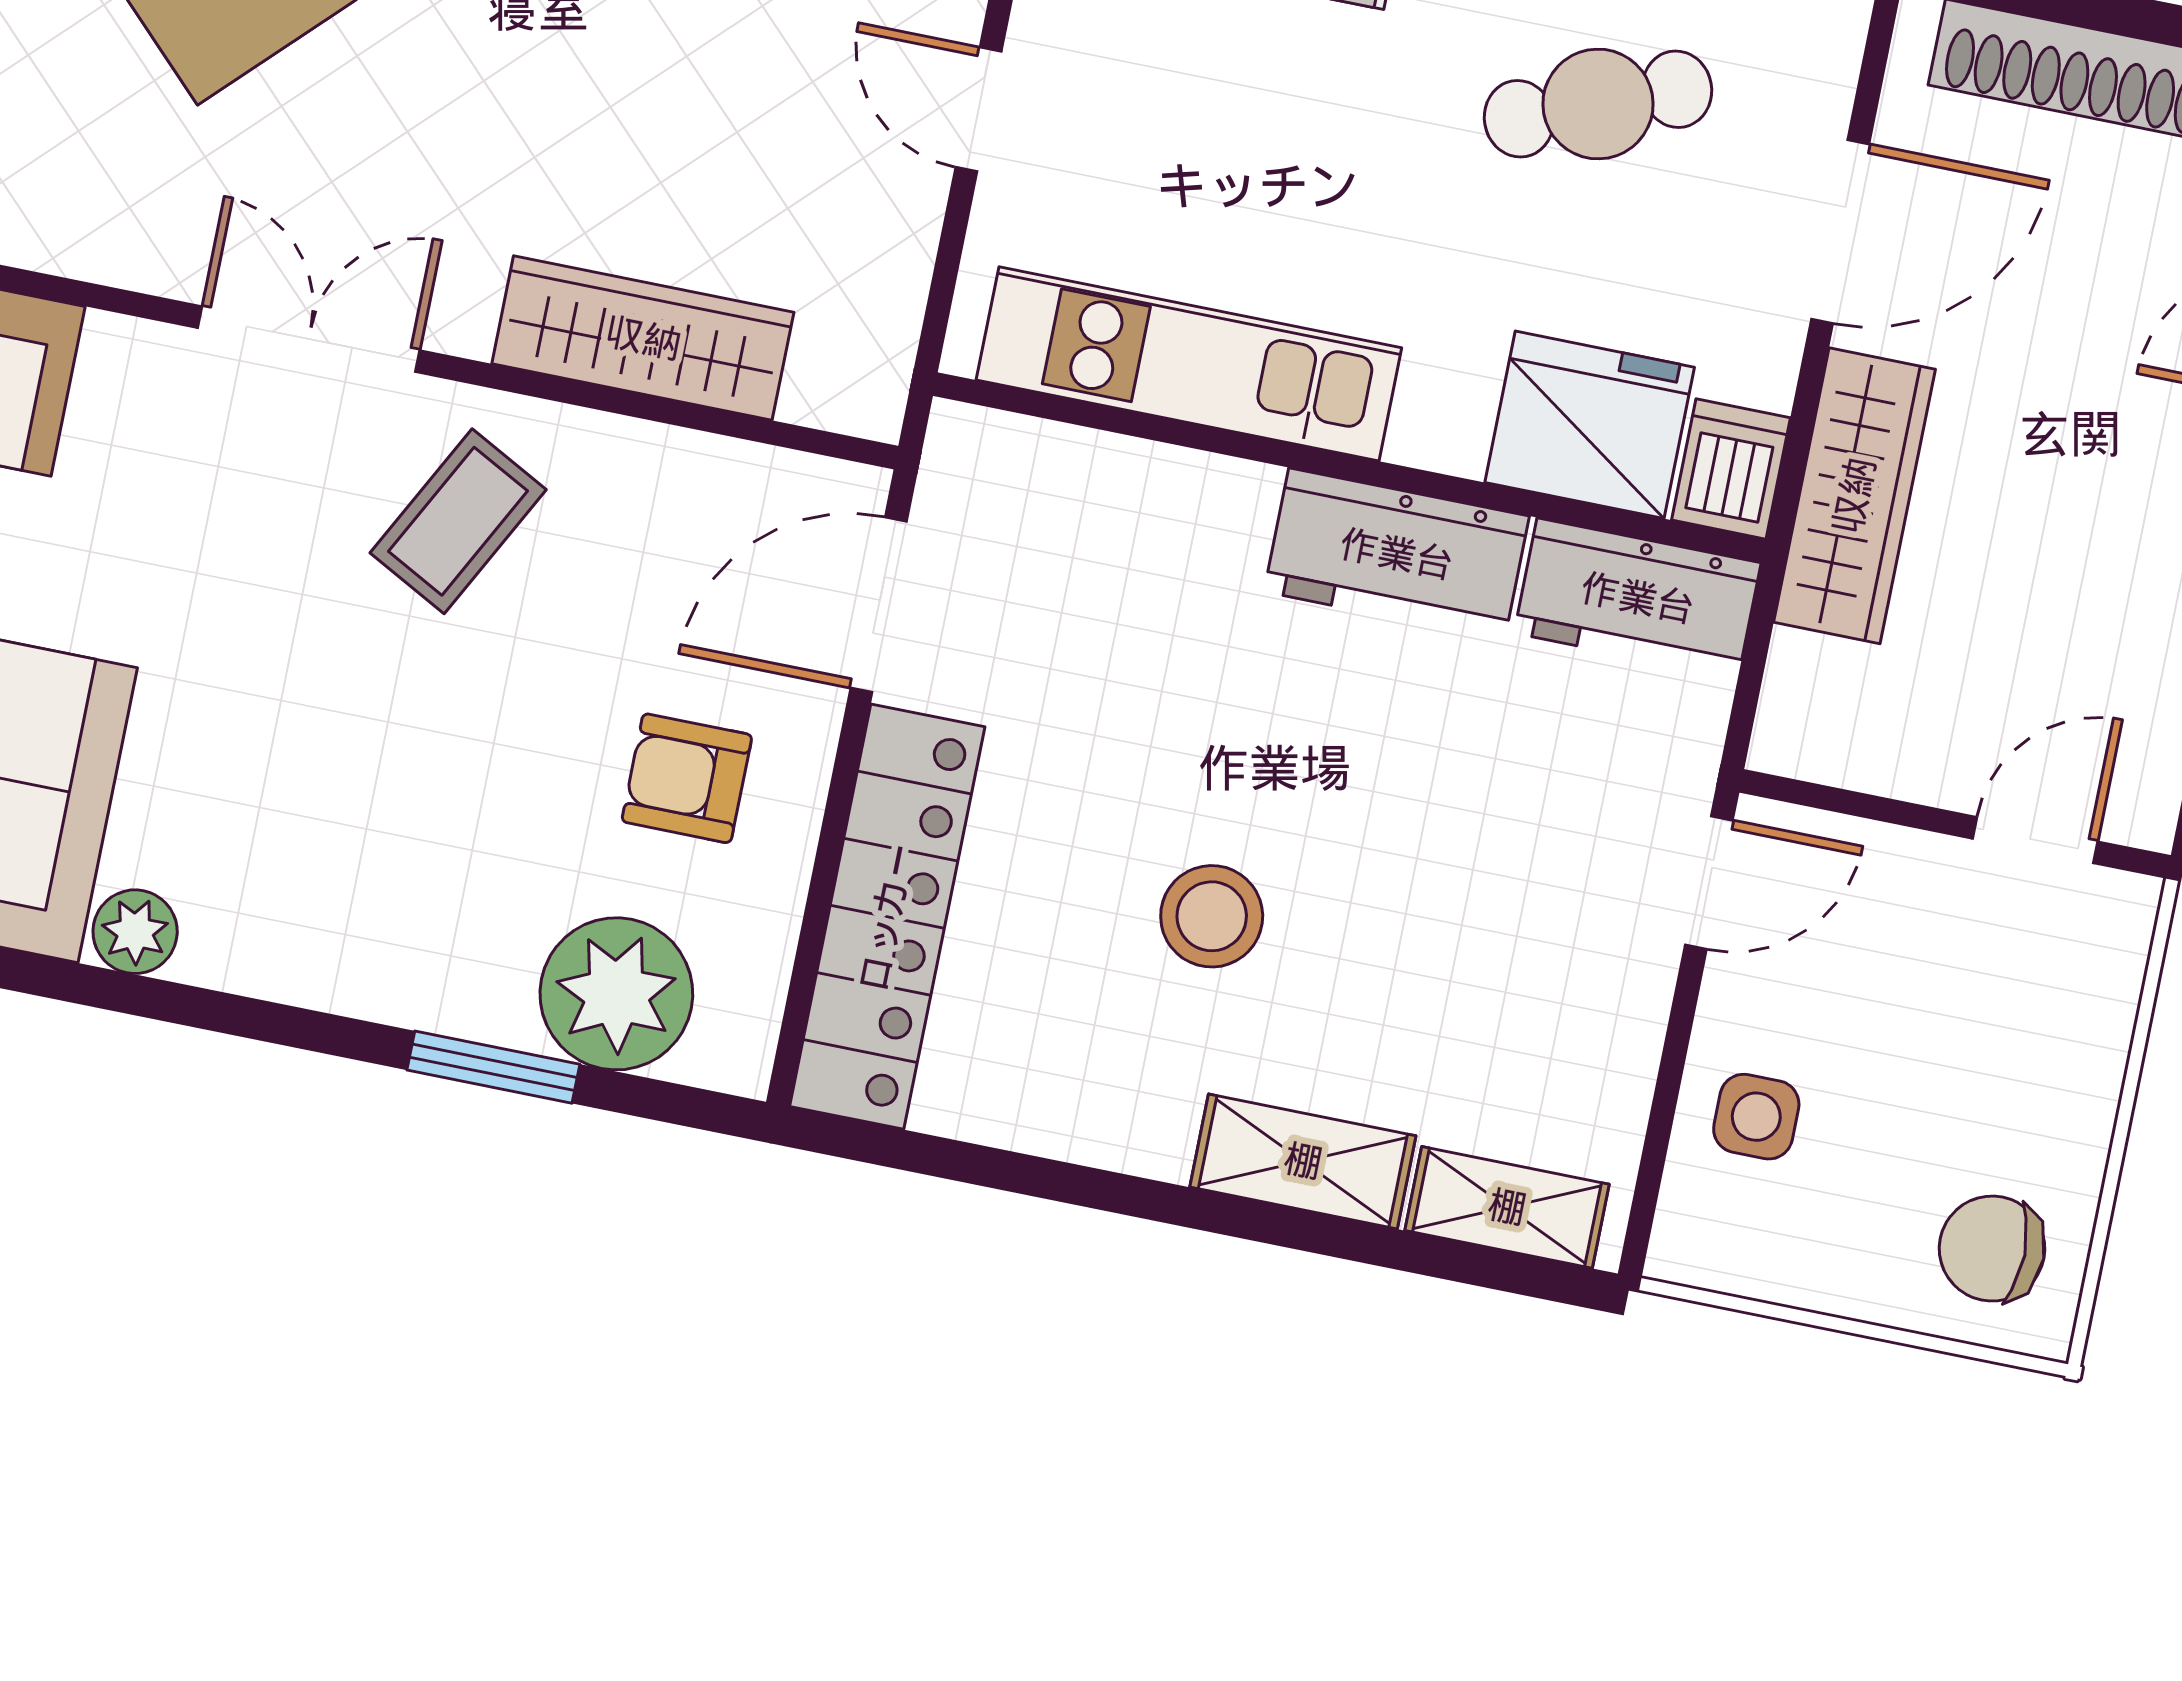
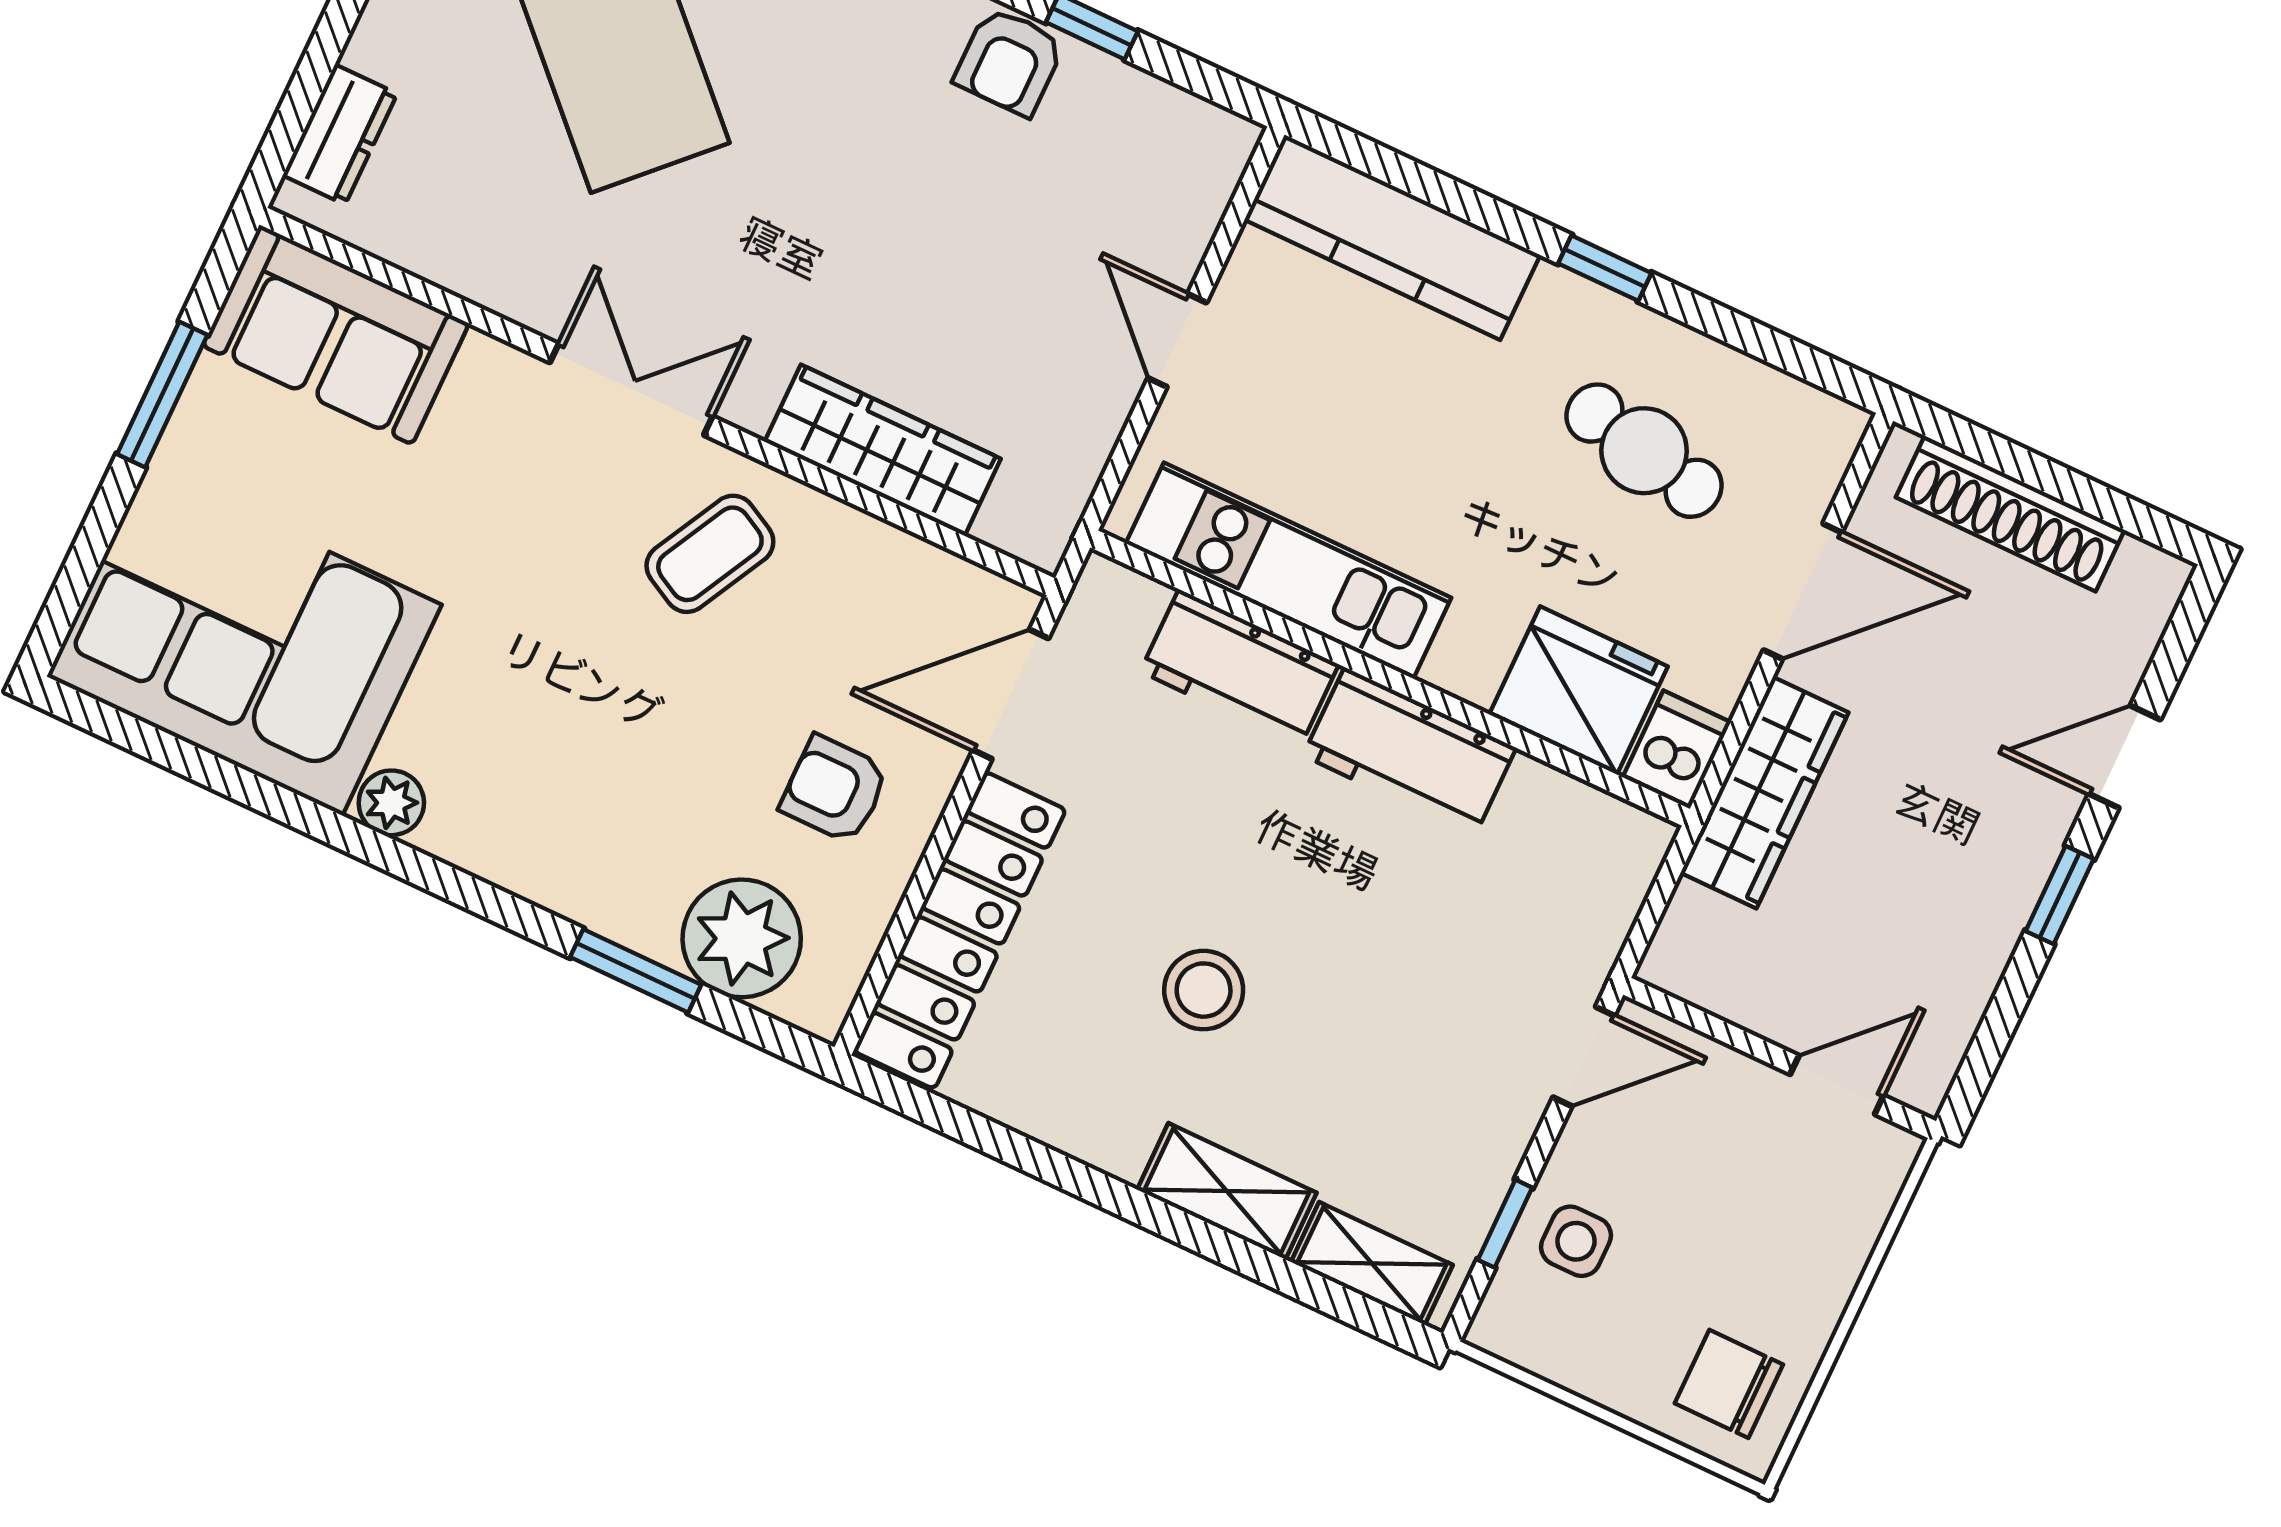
cafe table: (1598, 104) -> (1644, 451), turned 34
workbench: (1638, 598) -> (1239, 668), moved
window: (1662, 1117) -> (1505, 1224), added

